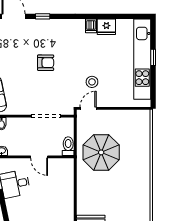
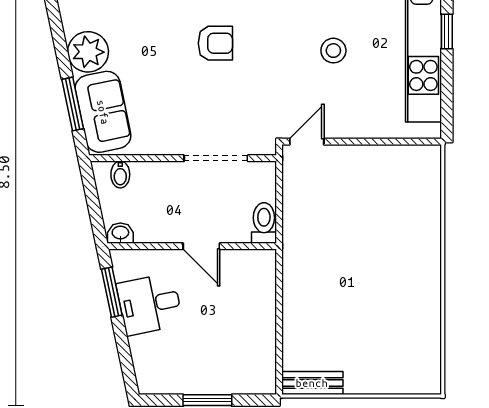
stool: (92, 82) -> (333, 51), moved
parasol: (101, 152) -> (335, 236), removed

